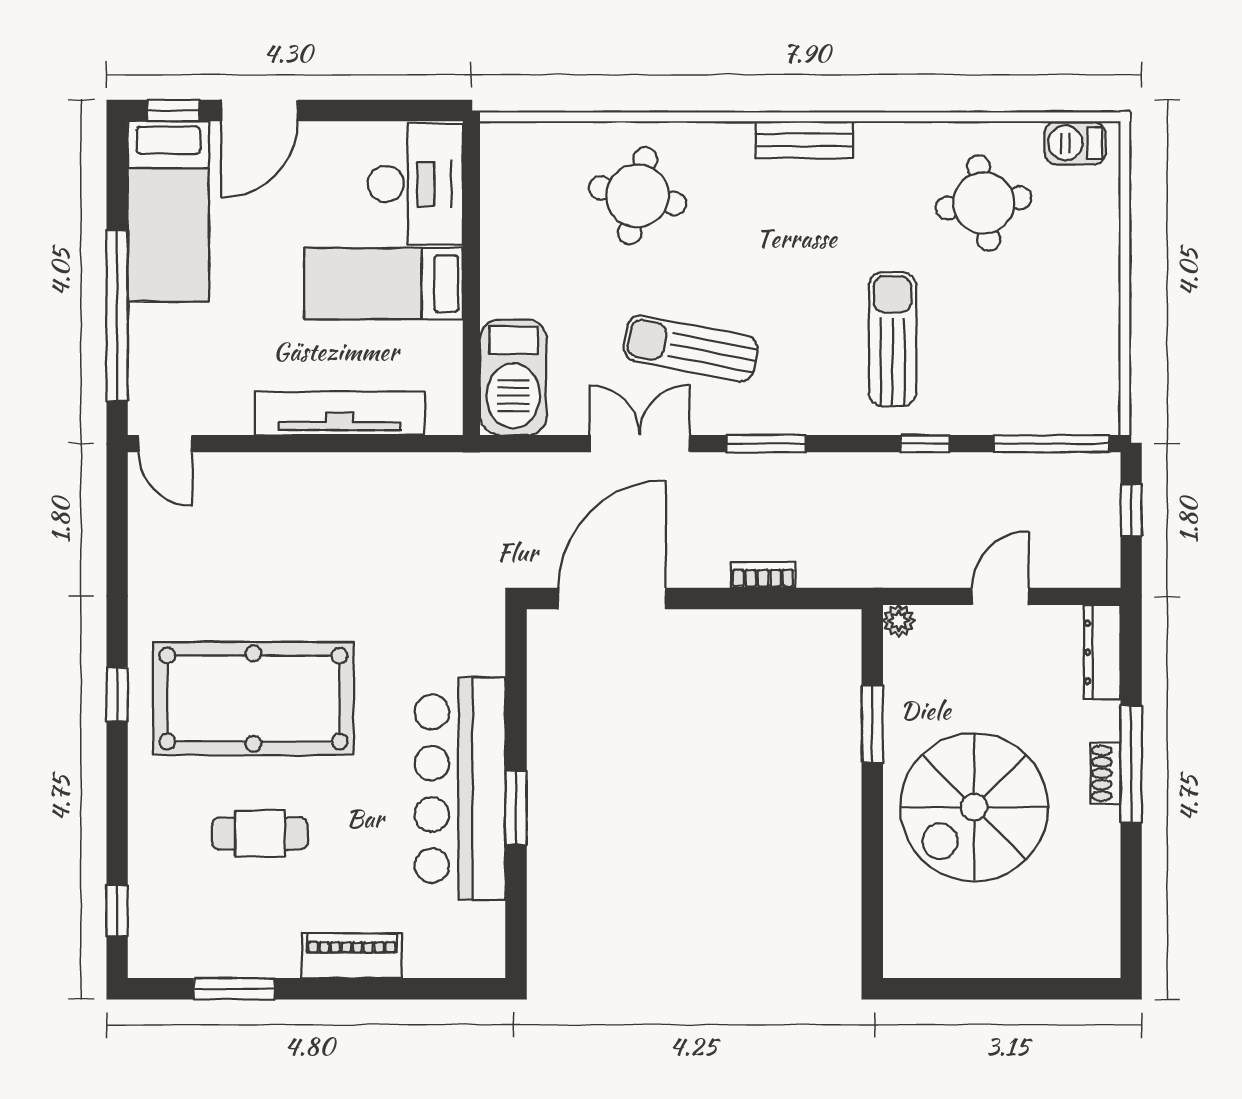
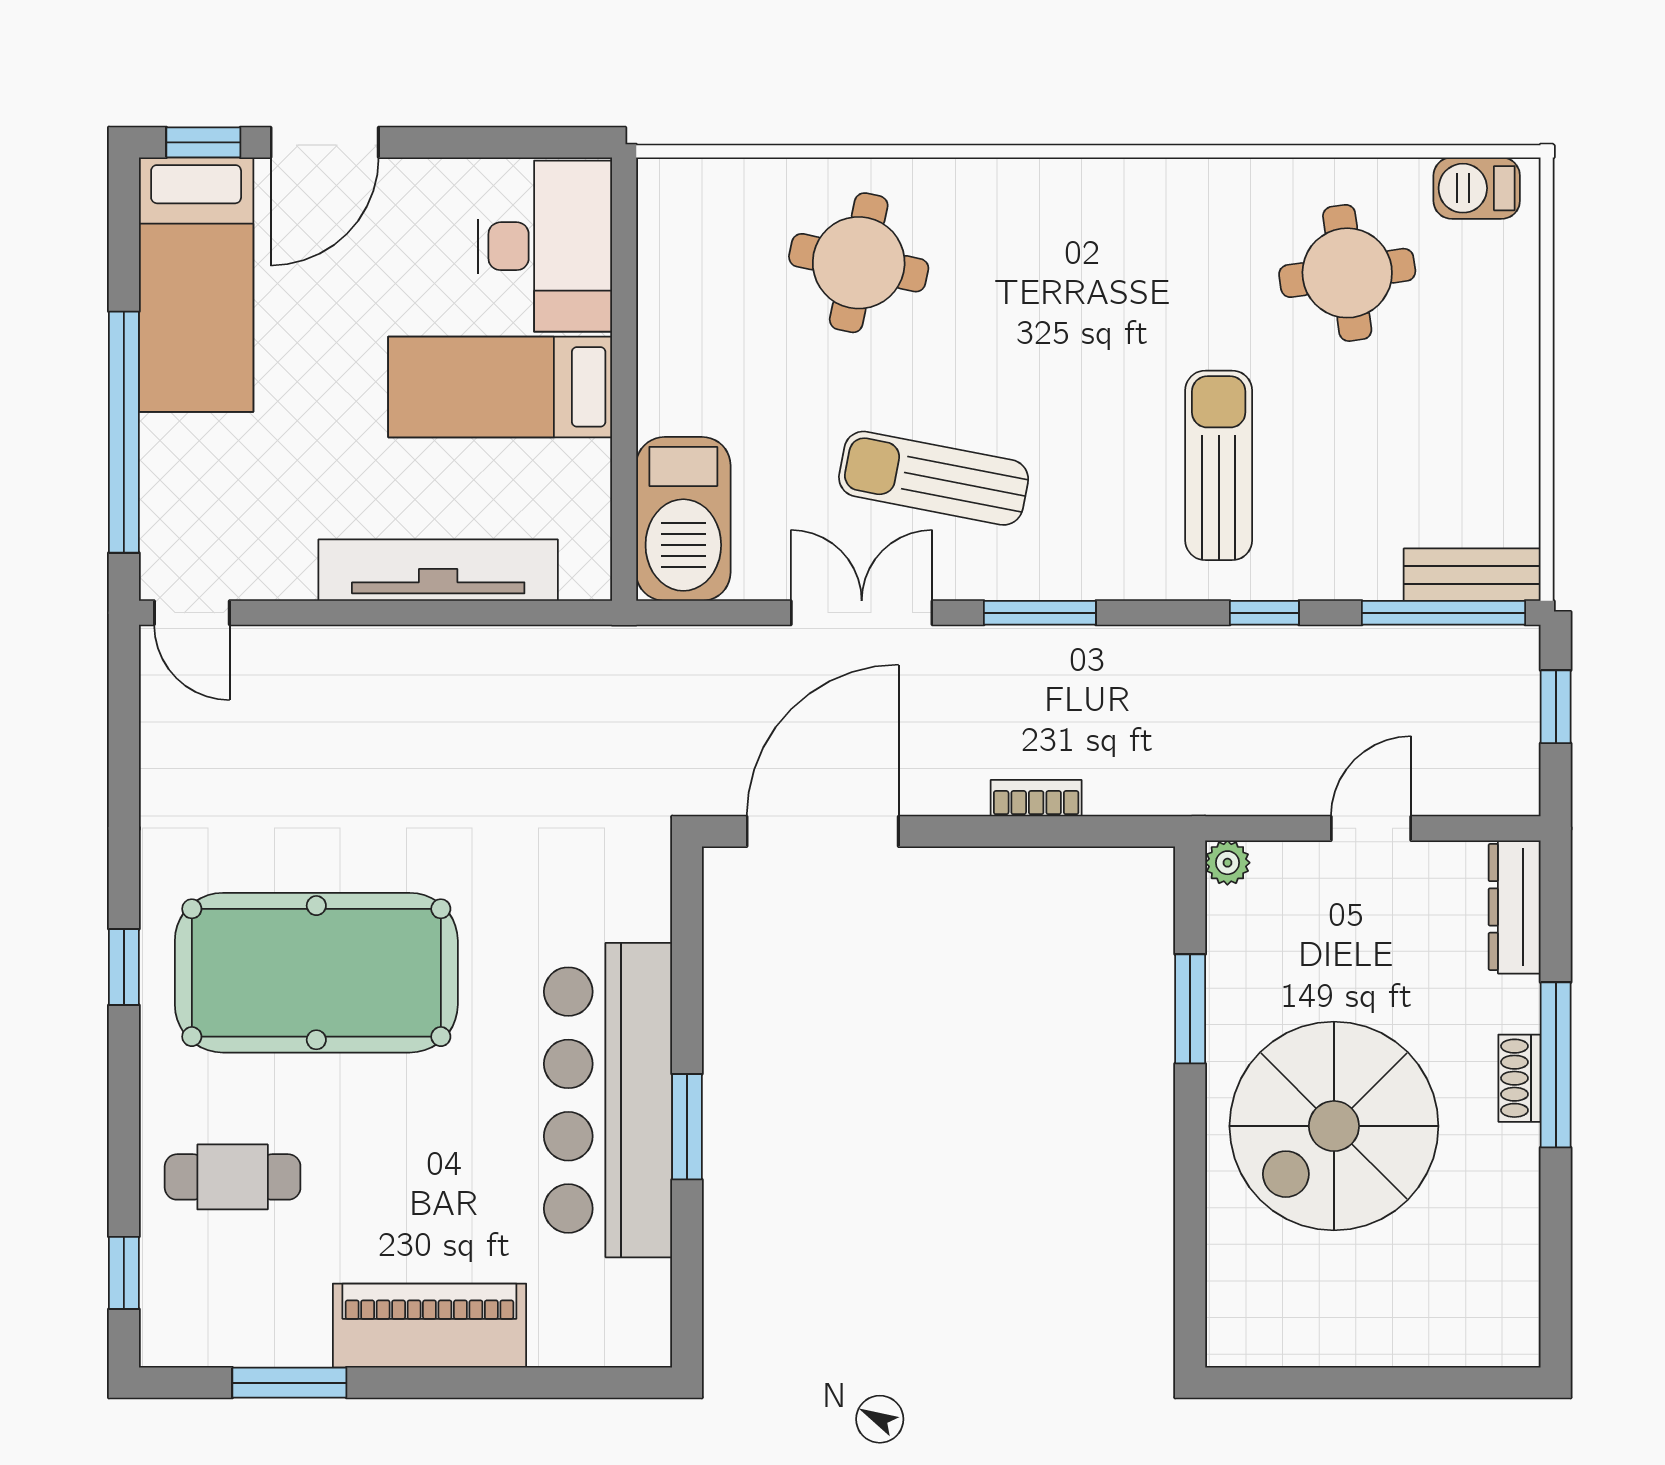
bench: (804, 140) -> (1472, 575), moved
cafe table: (260, 834) -> (233, 1177), moved
piano: (352, 956) -> (429, 1326), width x1.37, depth x1.33

